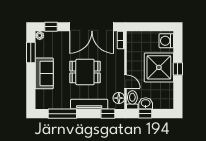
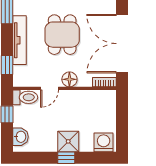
shower: (159, 67) -> (68, 141), width x0.54, depth x0.54
floor lamp: (119, 98) -> (69, 79), moved
washbasin: (146, 103) -> (21, 137), moved

